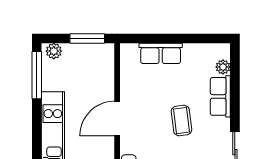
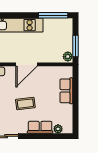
plant: (54, 51) -> (68, 57), moved
door: (117, 119) -> (27, 64), swing flipped

